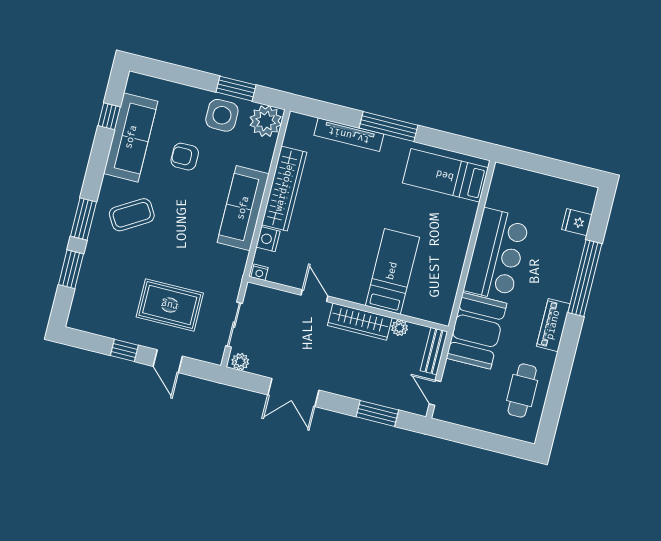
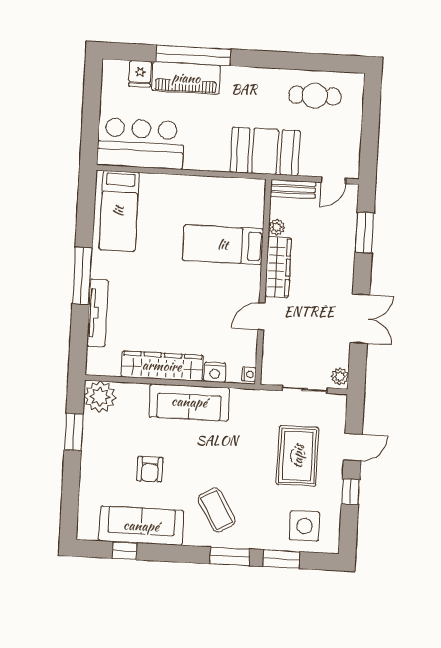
side table: (222, 115) -> (304, 526), moved
bar counter: (497, 255) -> (141, 144), moved
piano: (553, 325) -> (186, 78), moved, width x1.37, depth x1.33

